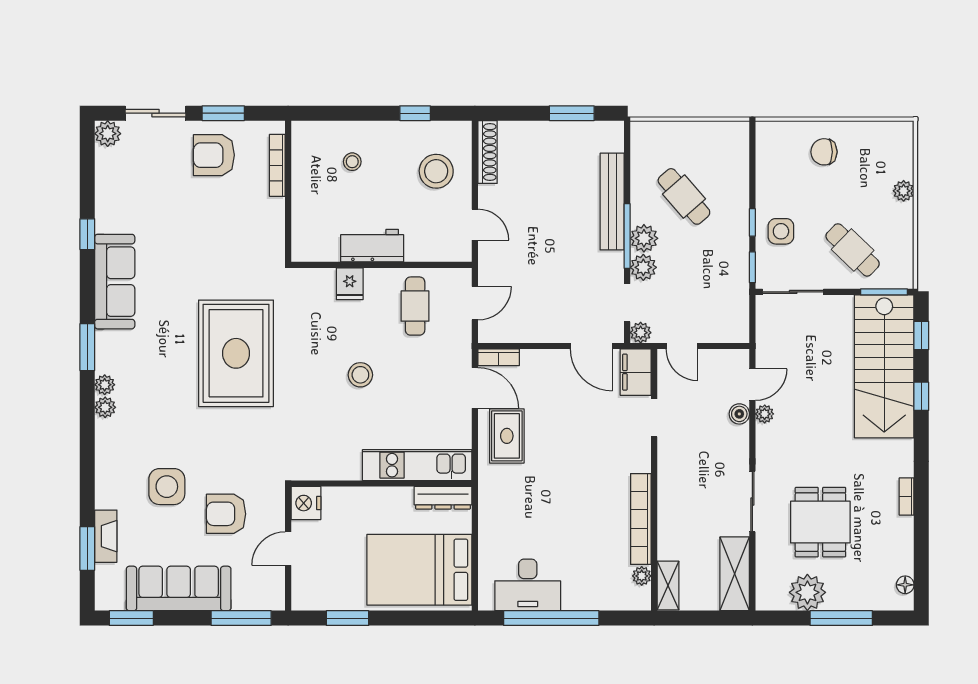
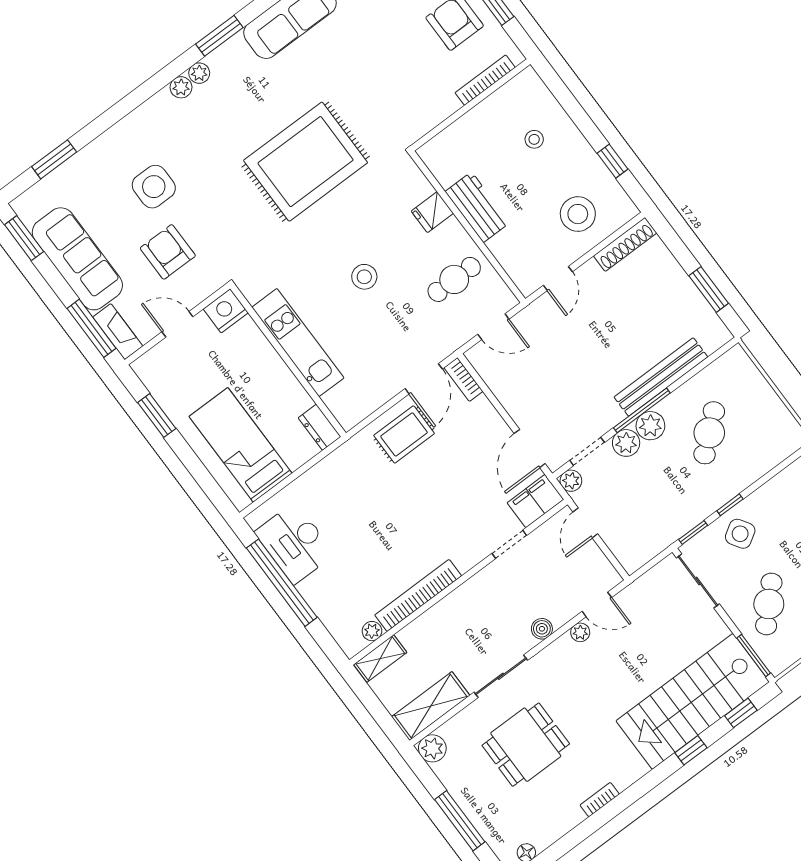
side table: (781, 231) -> (740, 534), turned -32
boiler: (739, 414) -> (542, 629), moved
kitchen unit: (417, 465) -> (298, 343), moved
dresser: (443, 498) -> (320, 427), width x0.70
fireplace: (106, 536) -> (118, 332), moved, turned -90
bed: (419, 570) -> (241, 445), width x0.67
plant: (807, 592) -> (432, 748), moved, width x0.73, depth x0.73

